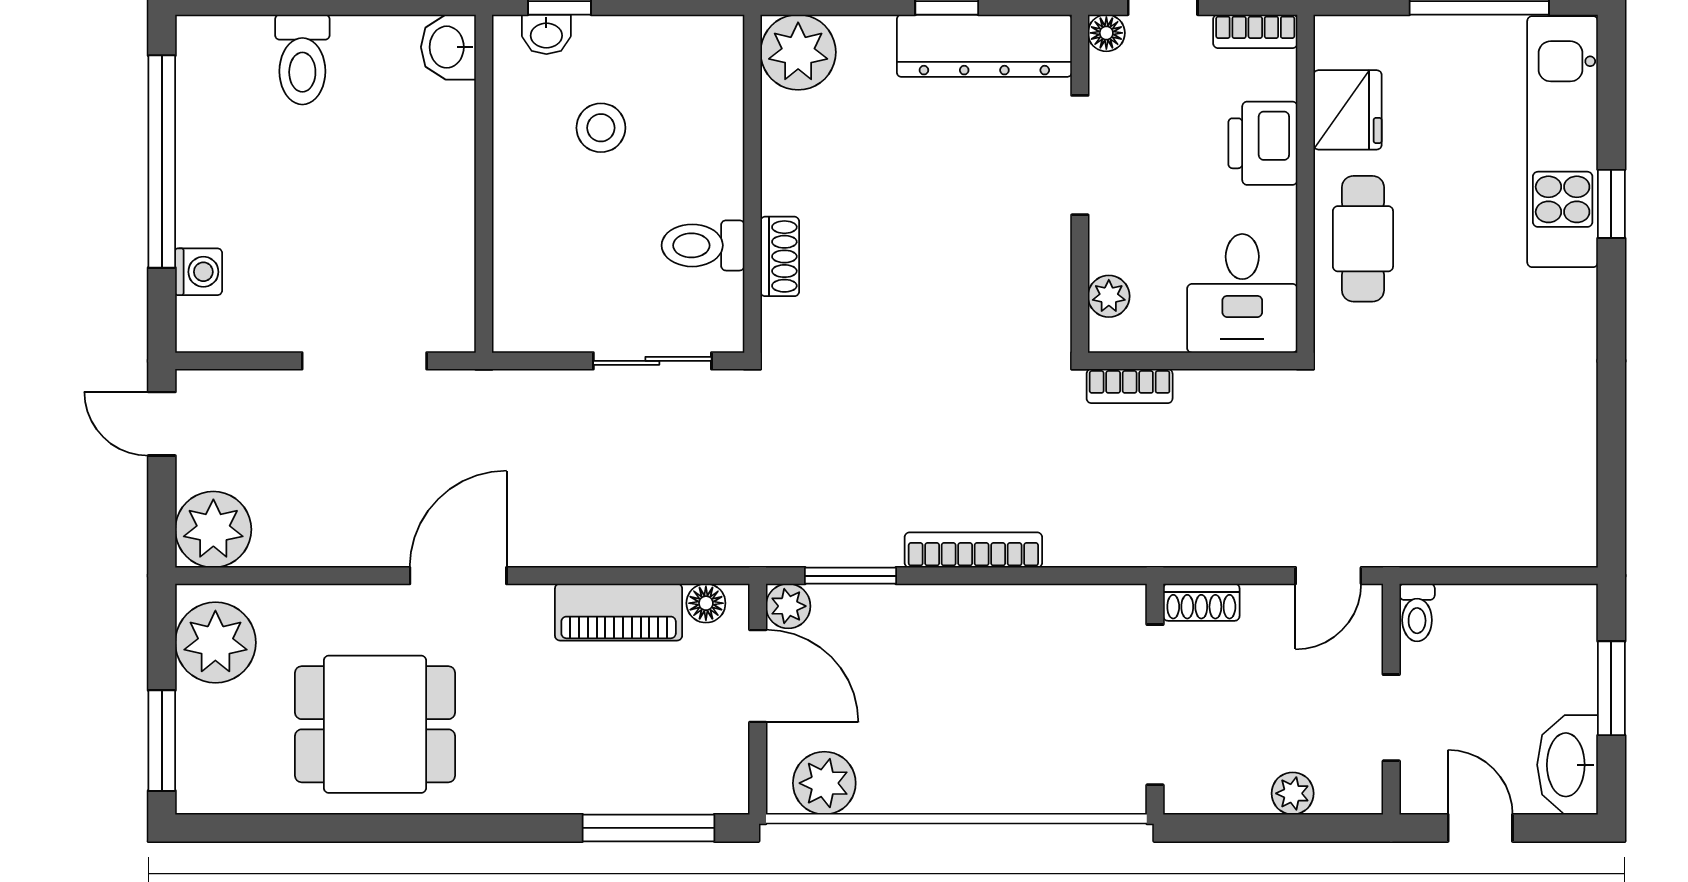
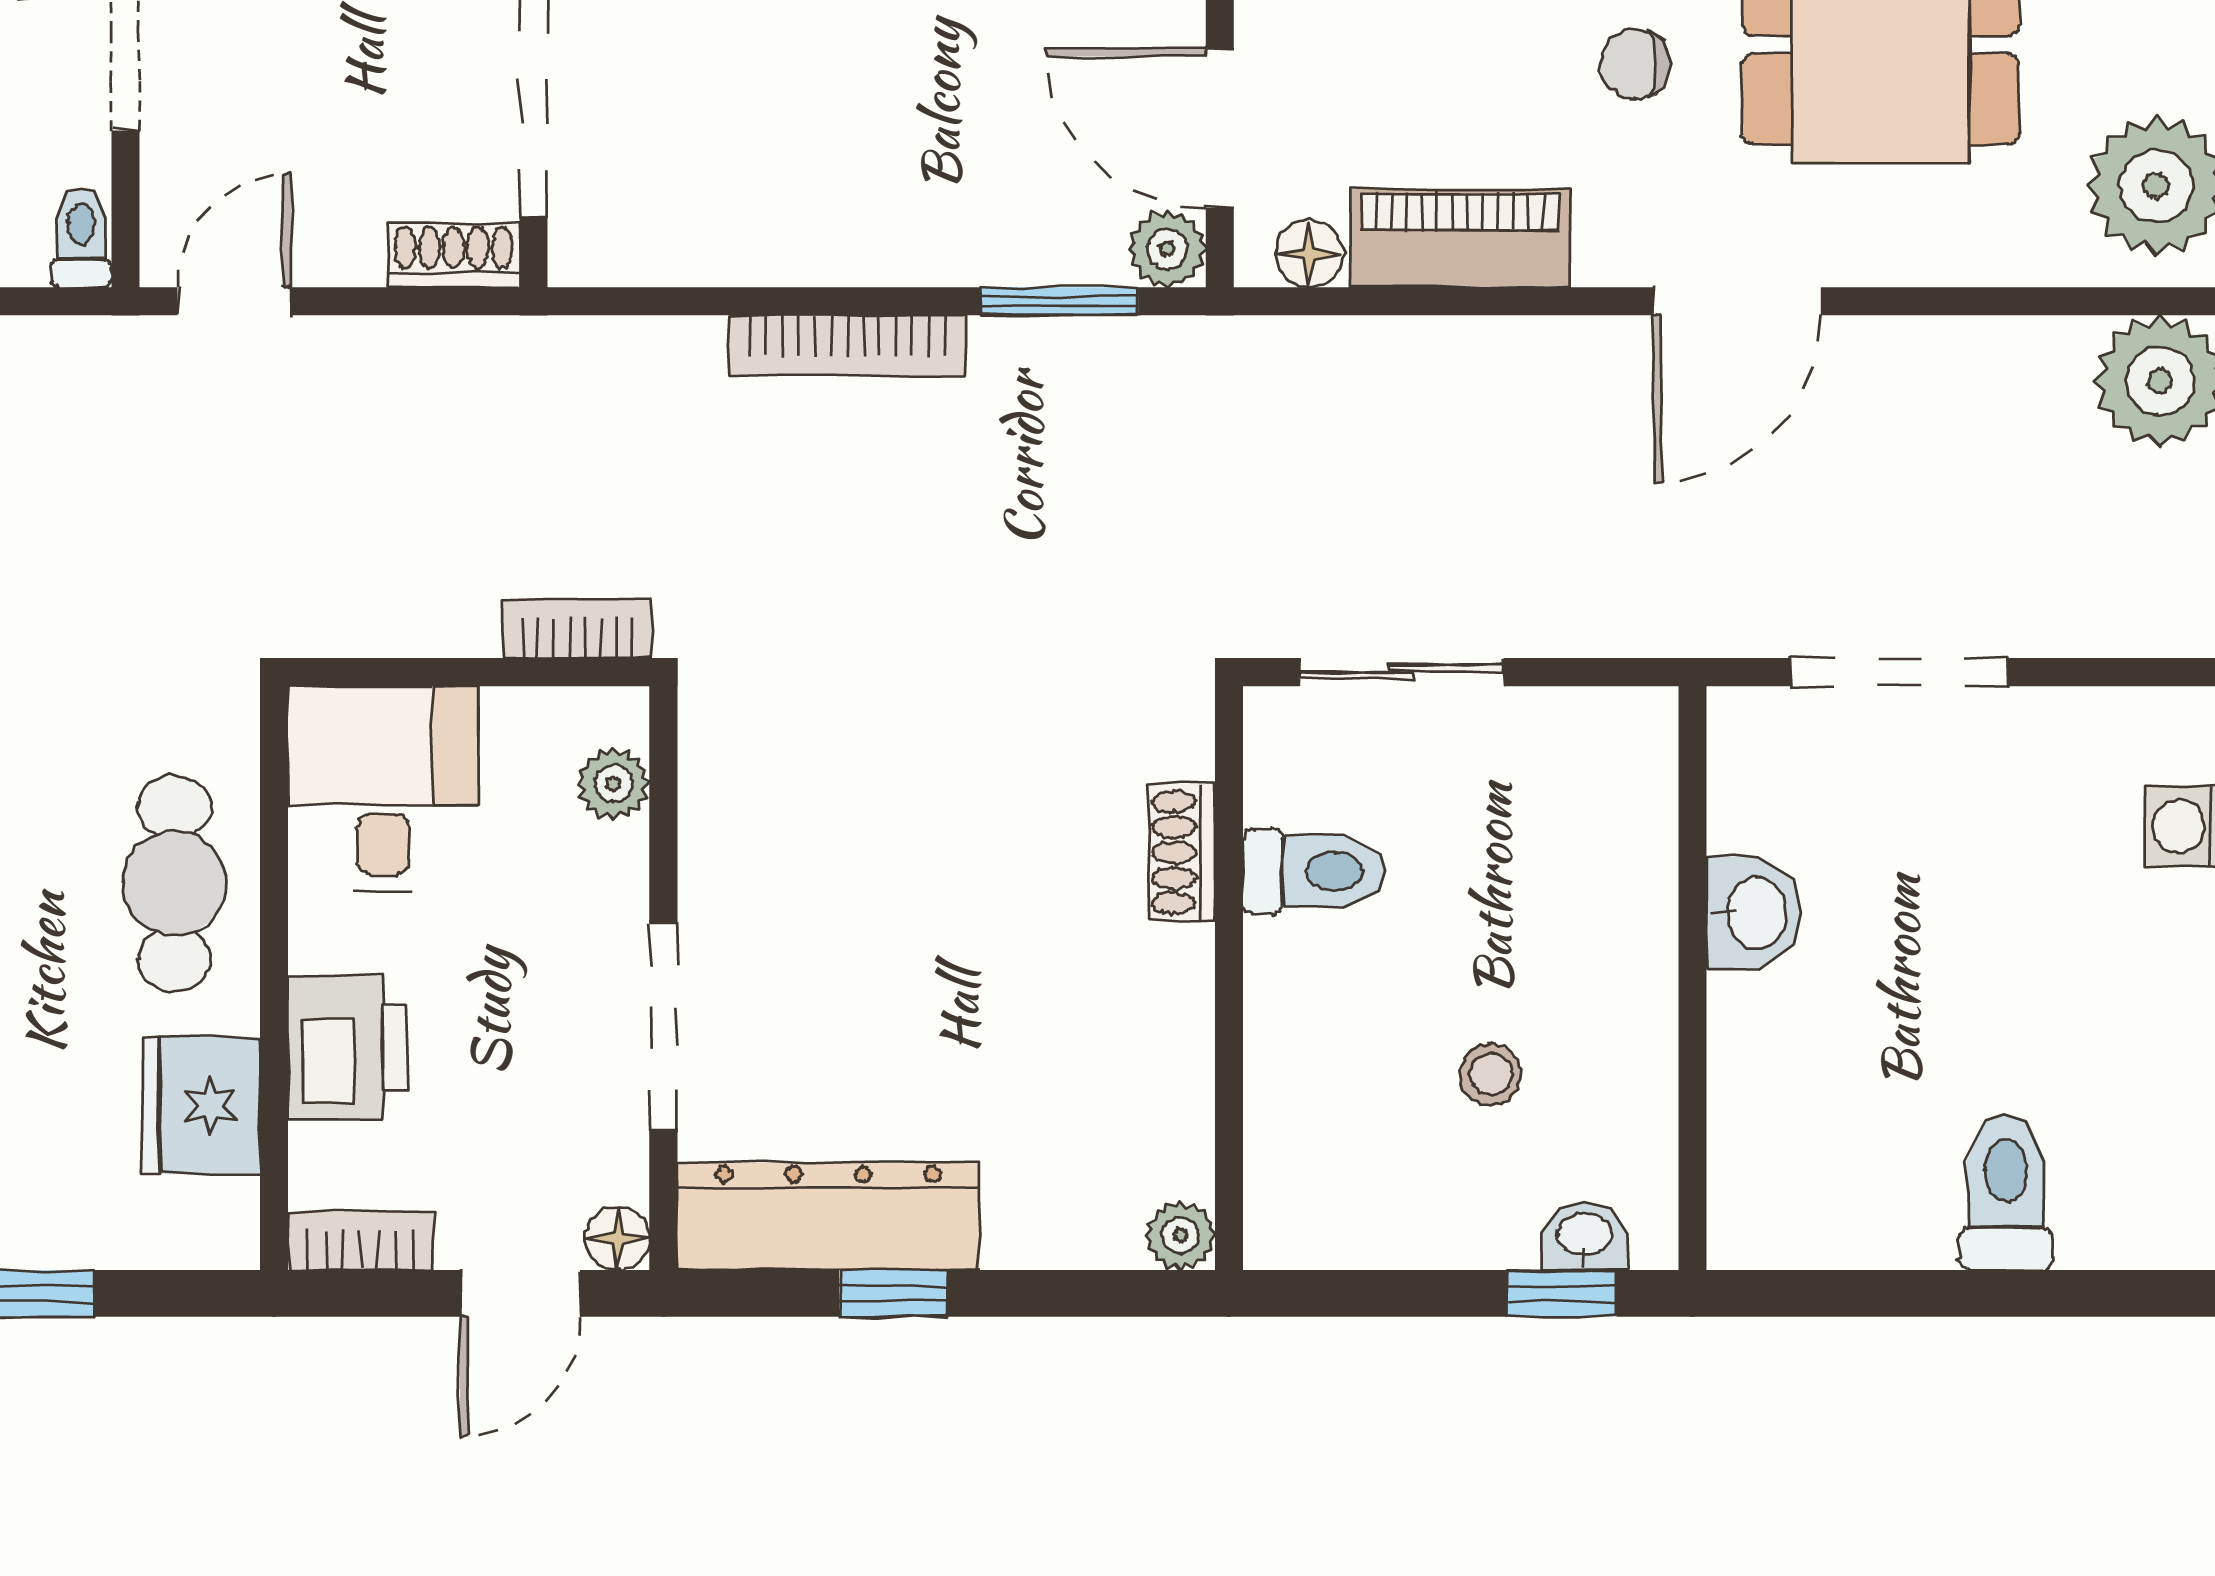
washbasin: (448, 47) -> (1754, 913), moved
plant: (798, 52) -> (1180, 1235), width x0.53, depth x0.53
stool: (601, 128) -> (1491, 1075), width x0.73, depth x0.73
chair: (517, 713) -> (1635, 64), added

